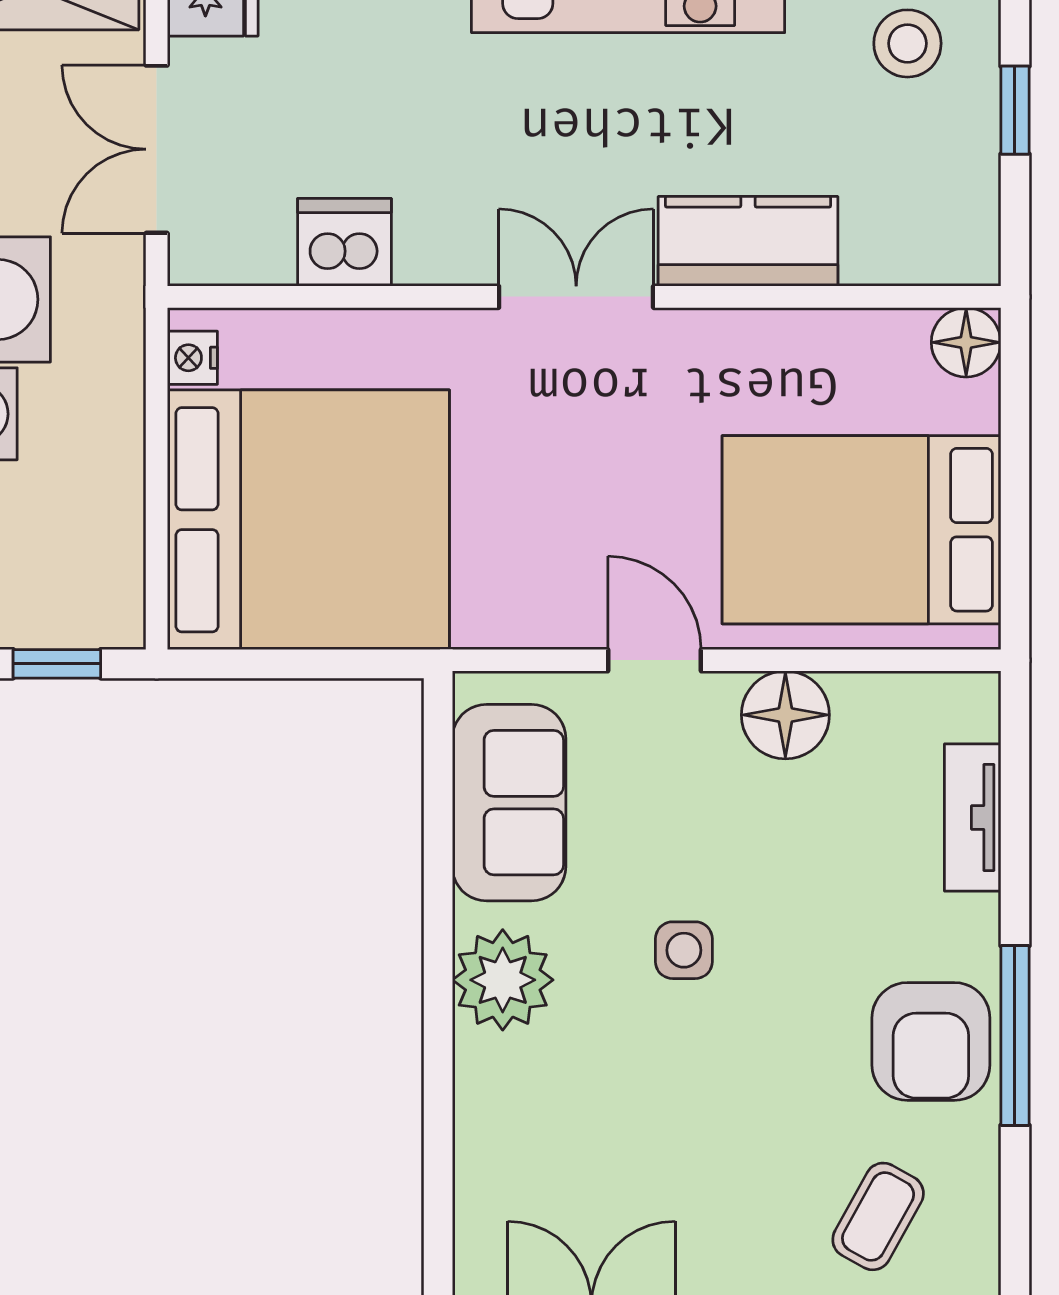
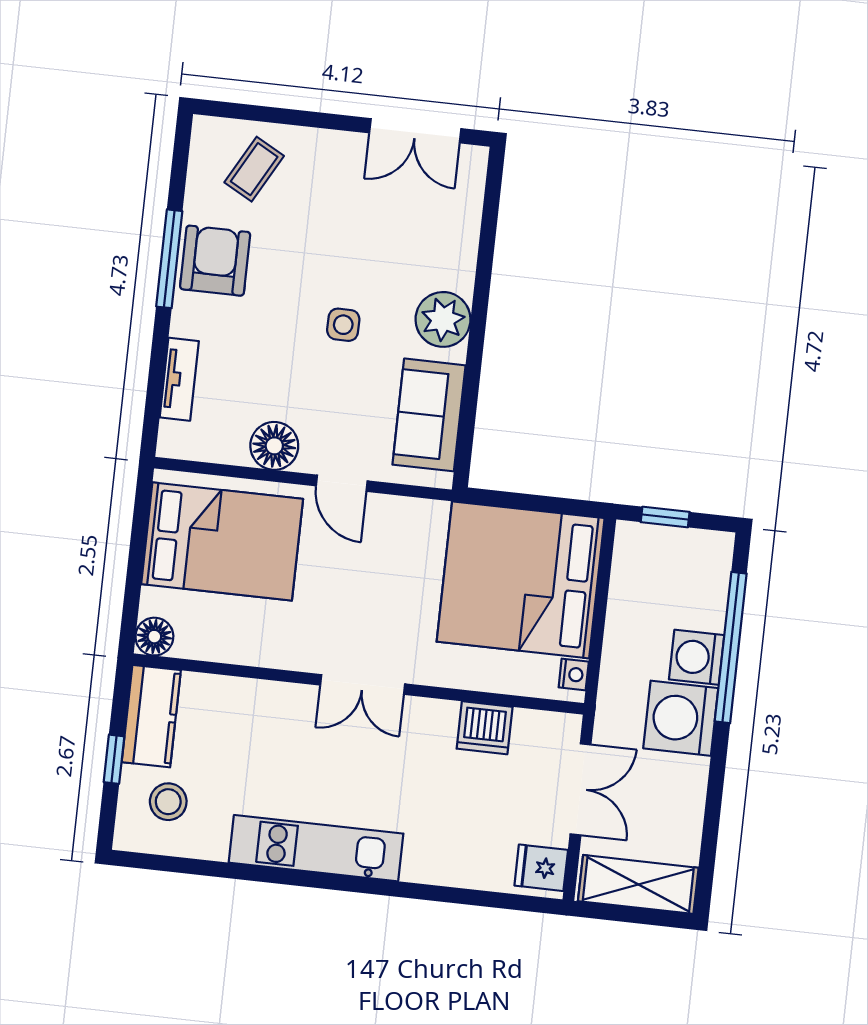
kitchen counter: (748, 241) -> (151, 716), moved, turned -90

